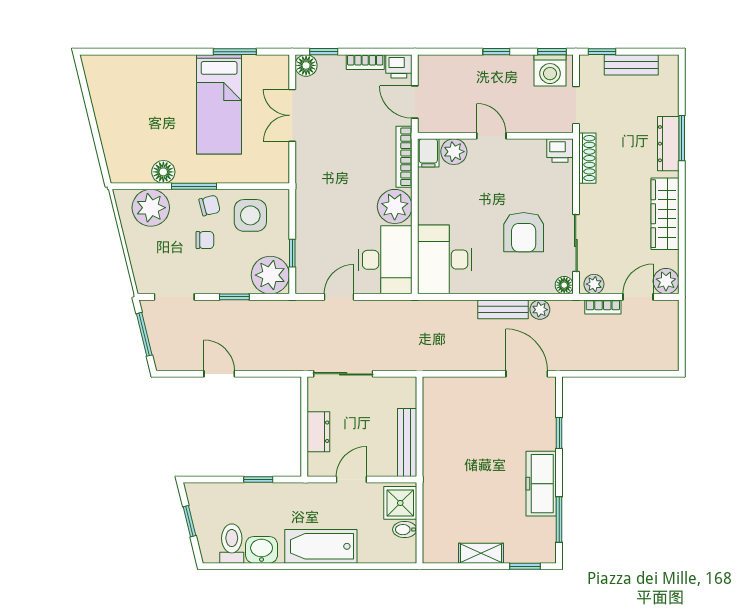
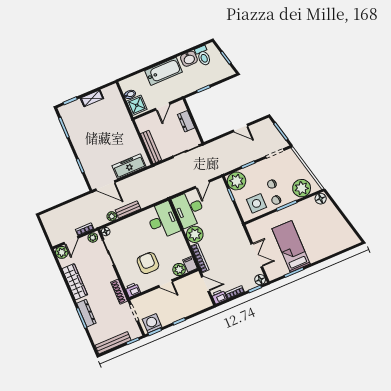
bench: (631, 65) -> (113, 343), width x1.36
floor lamp: (163, 172) -> (321, 199), moved
armchair: (524, 232) -> (148, 263), moved
bench: (407, 442) -> (151, 147), moved
freezer: (541, 484) -> (129, 166), moved, turned -90

